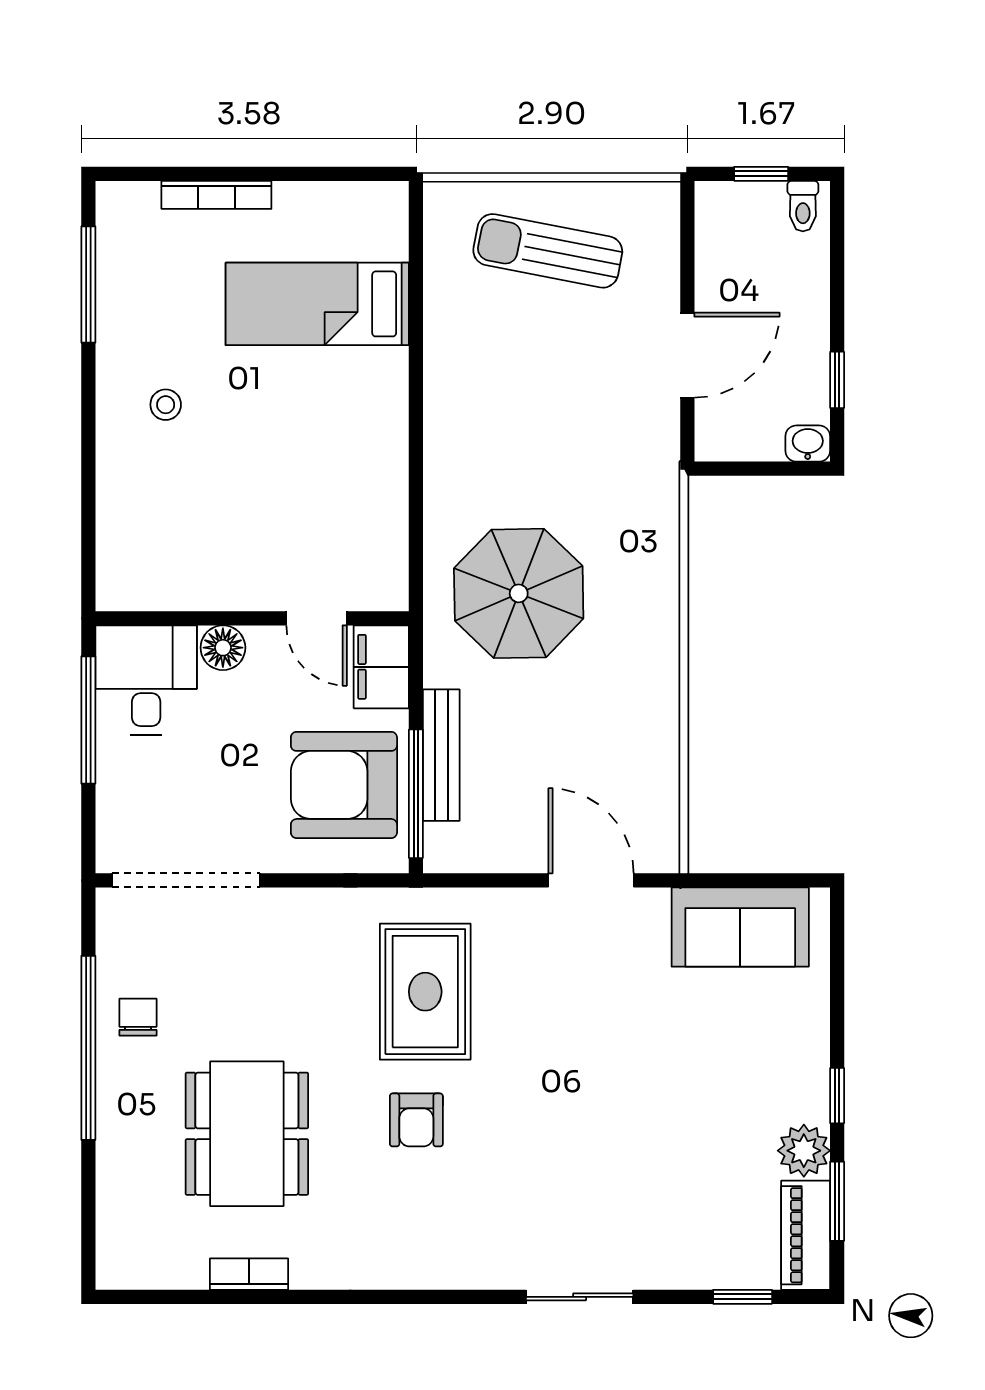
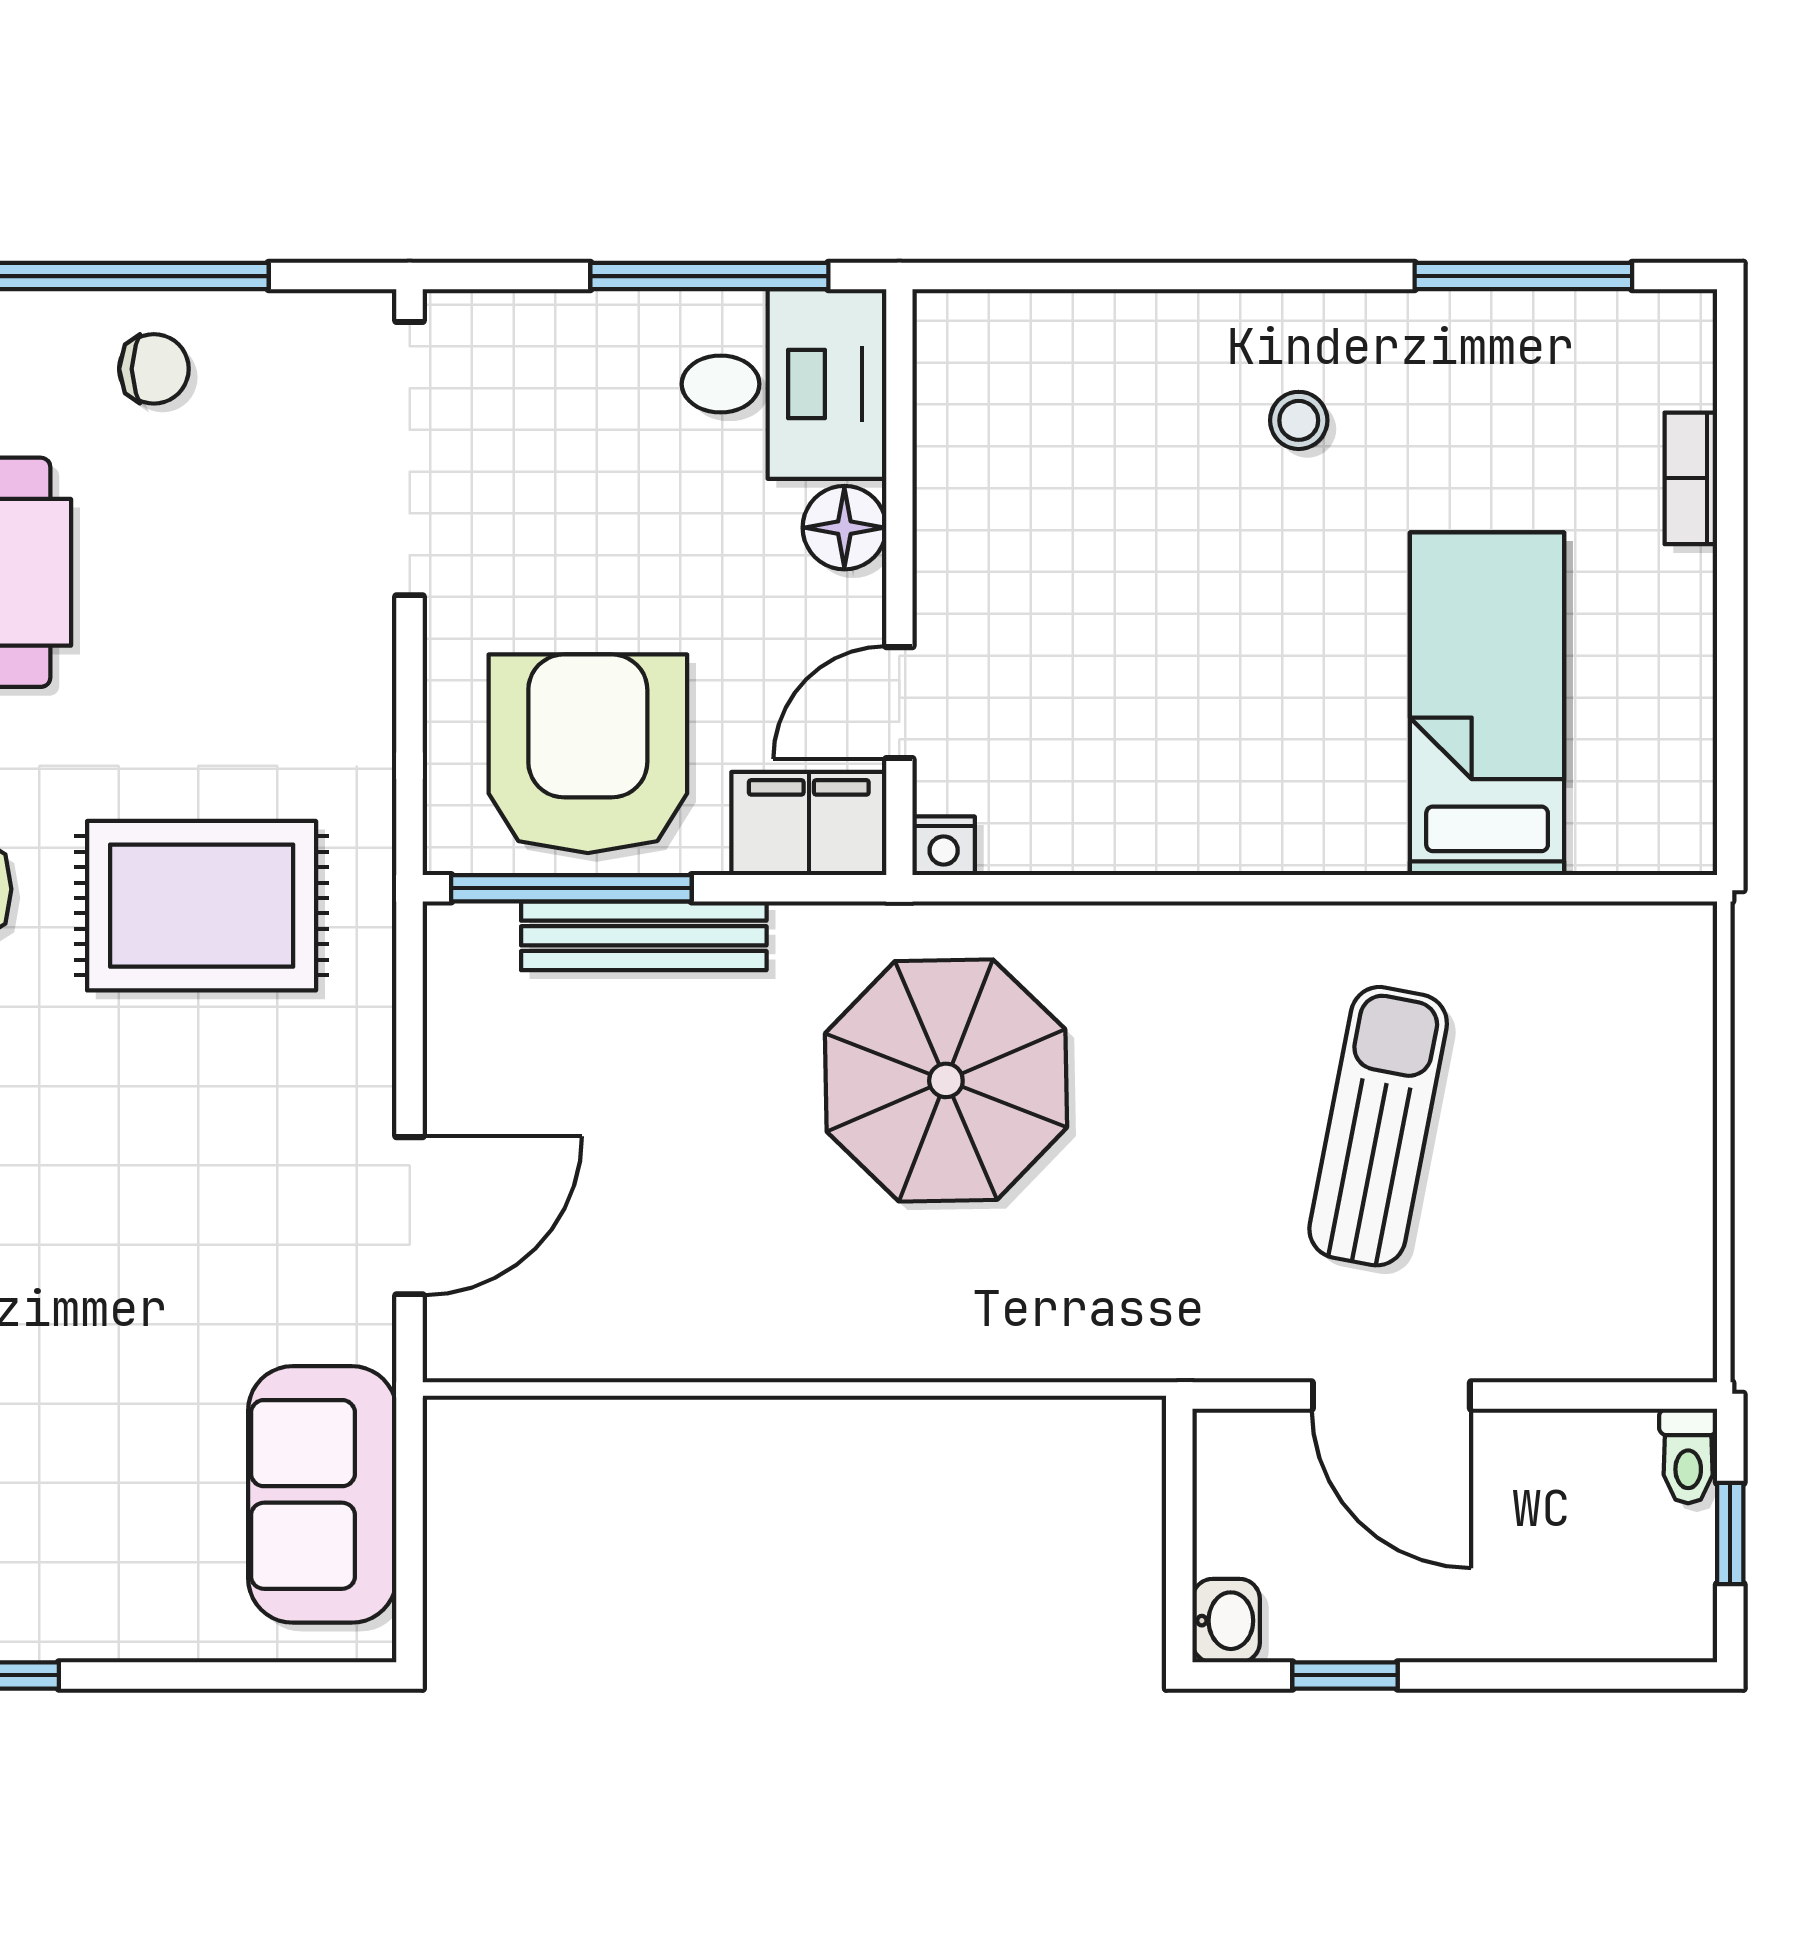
bookcase: (216, 195) -> (1691, 478), width x0.64
toilet: (803, 206) -> (1688, 1456), moved, turned -90
sun lounger: (548, 251) -> (1378, 1126), moved
nightstand: (393, 595) -> (944, 846), added

